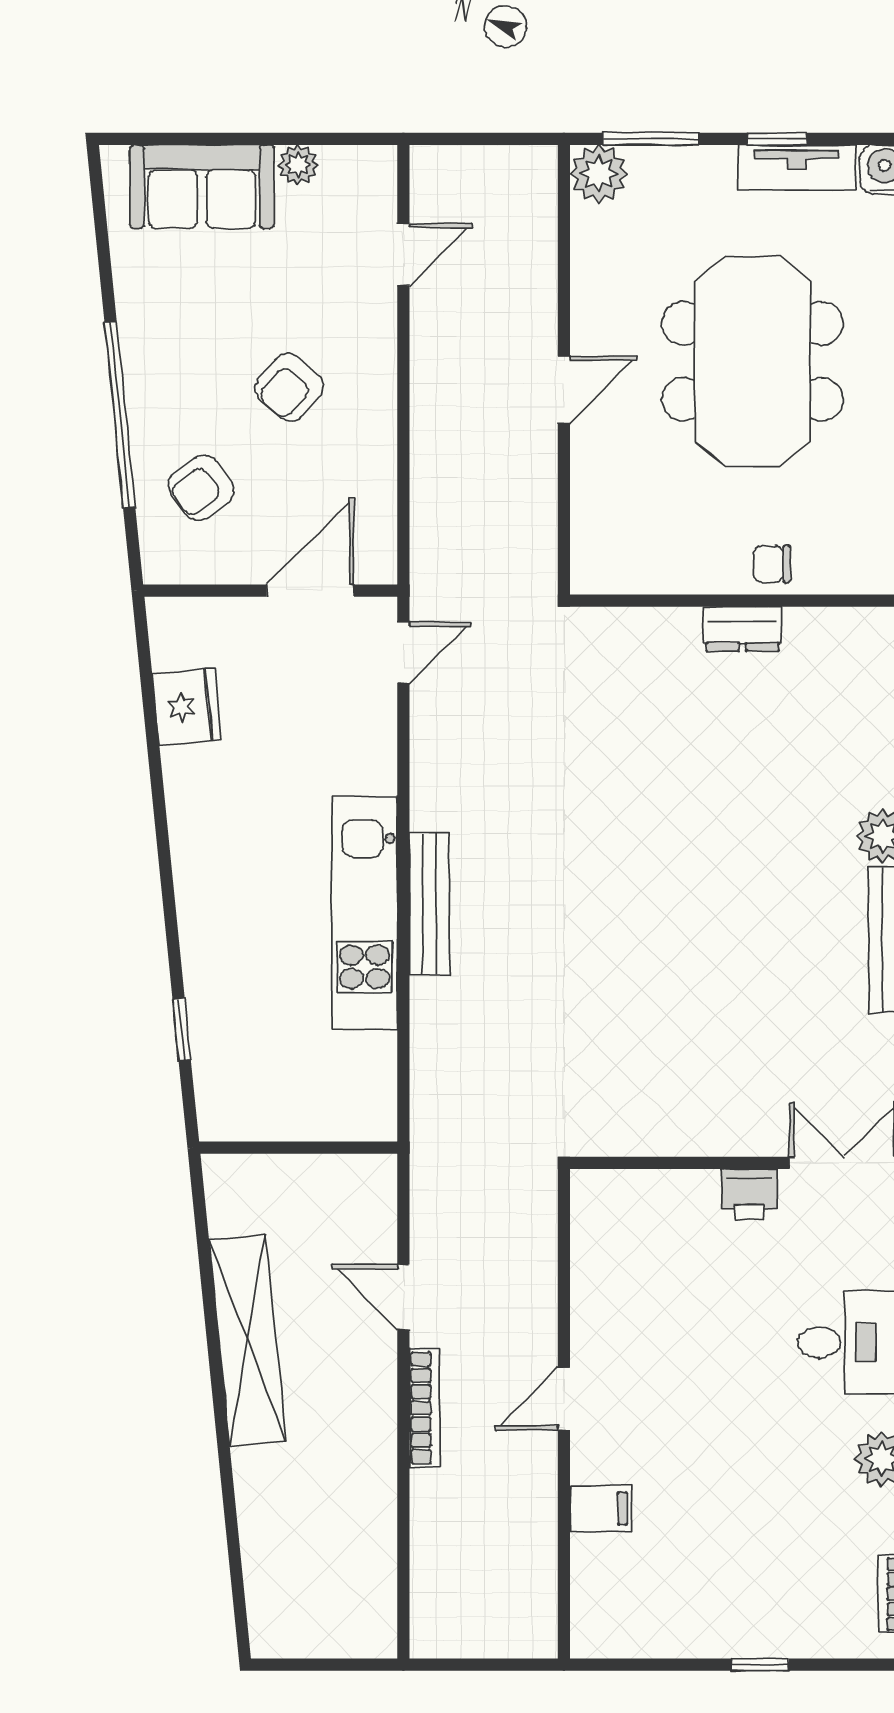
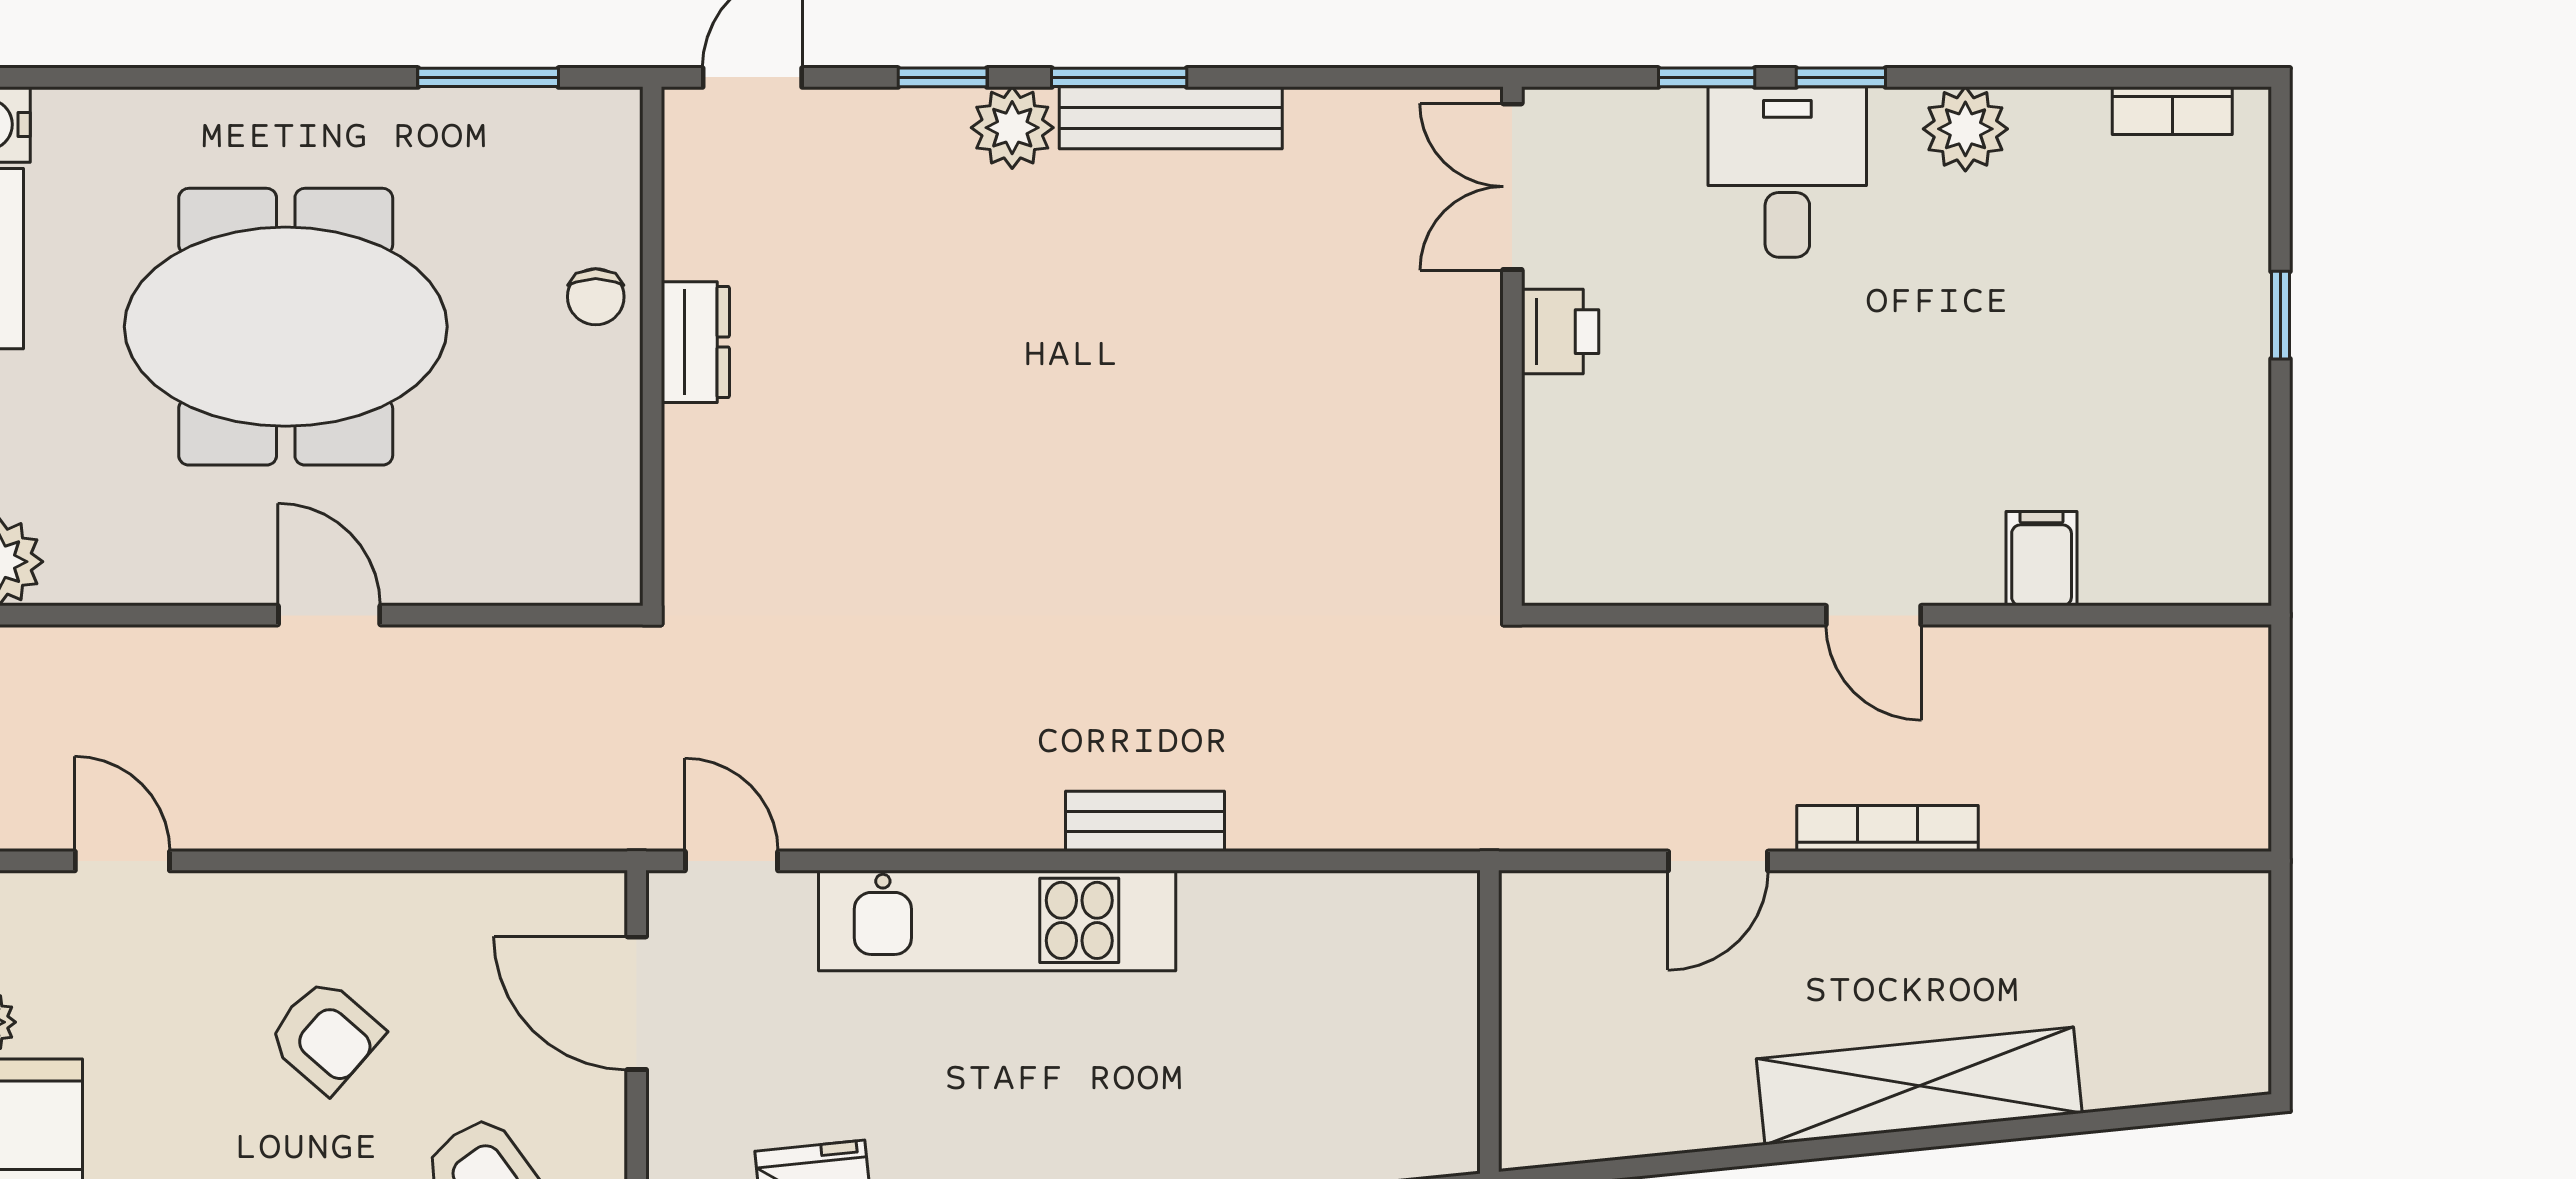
bench: (429, 904) -> (1145, 821), width x0.73
kitchen unit: (364, 913) -> (997, 920), moved
shelving: (247, 1340) -> (1919, 1086), moved

